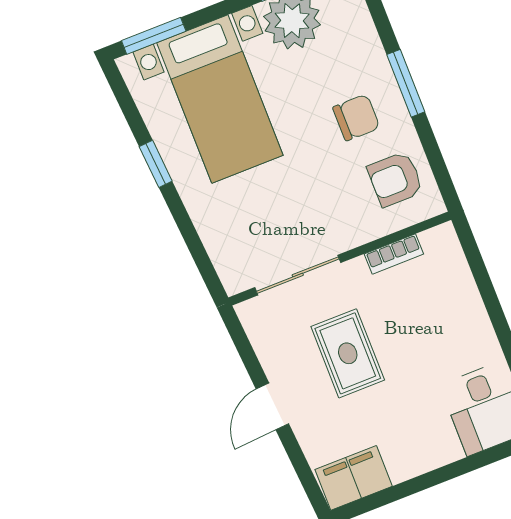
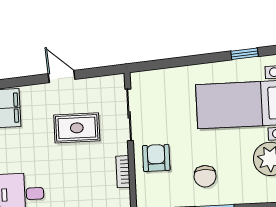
window: (156, 164) -> (244, 54), moved
armchair: (395, 179) -> (156, 158), moved

